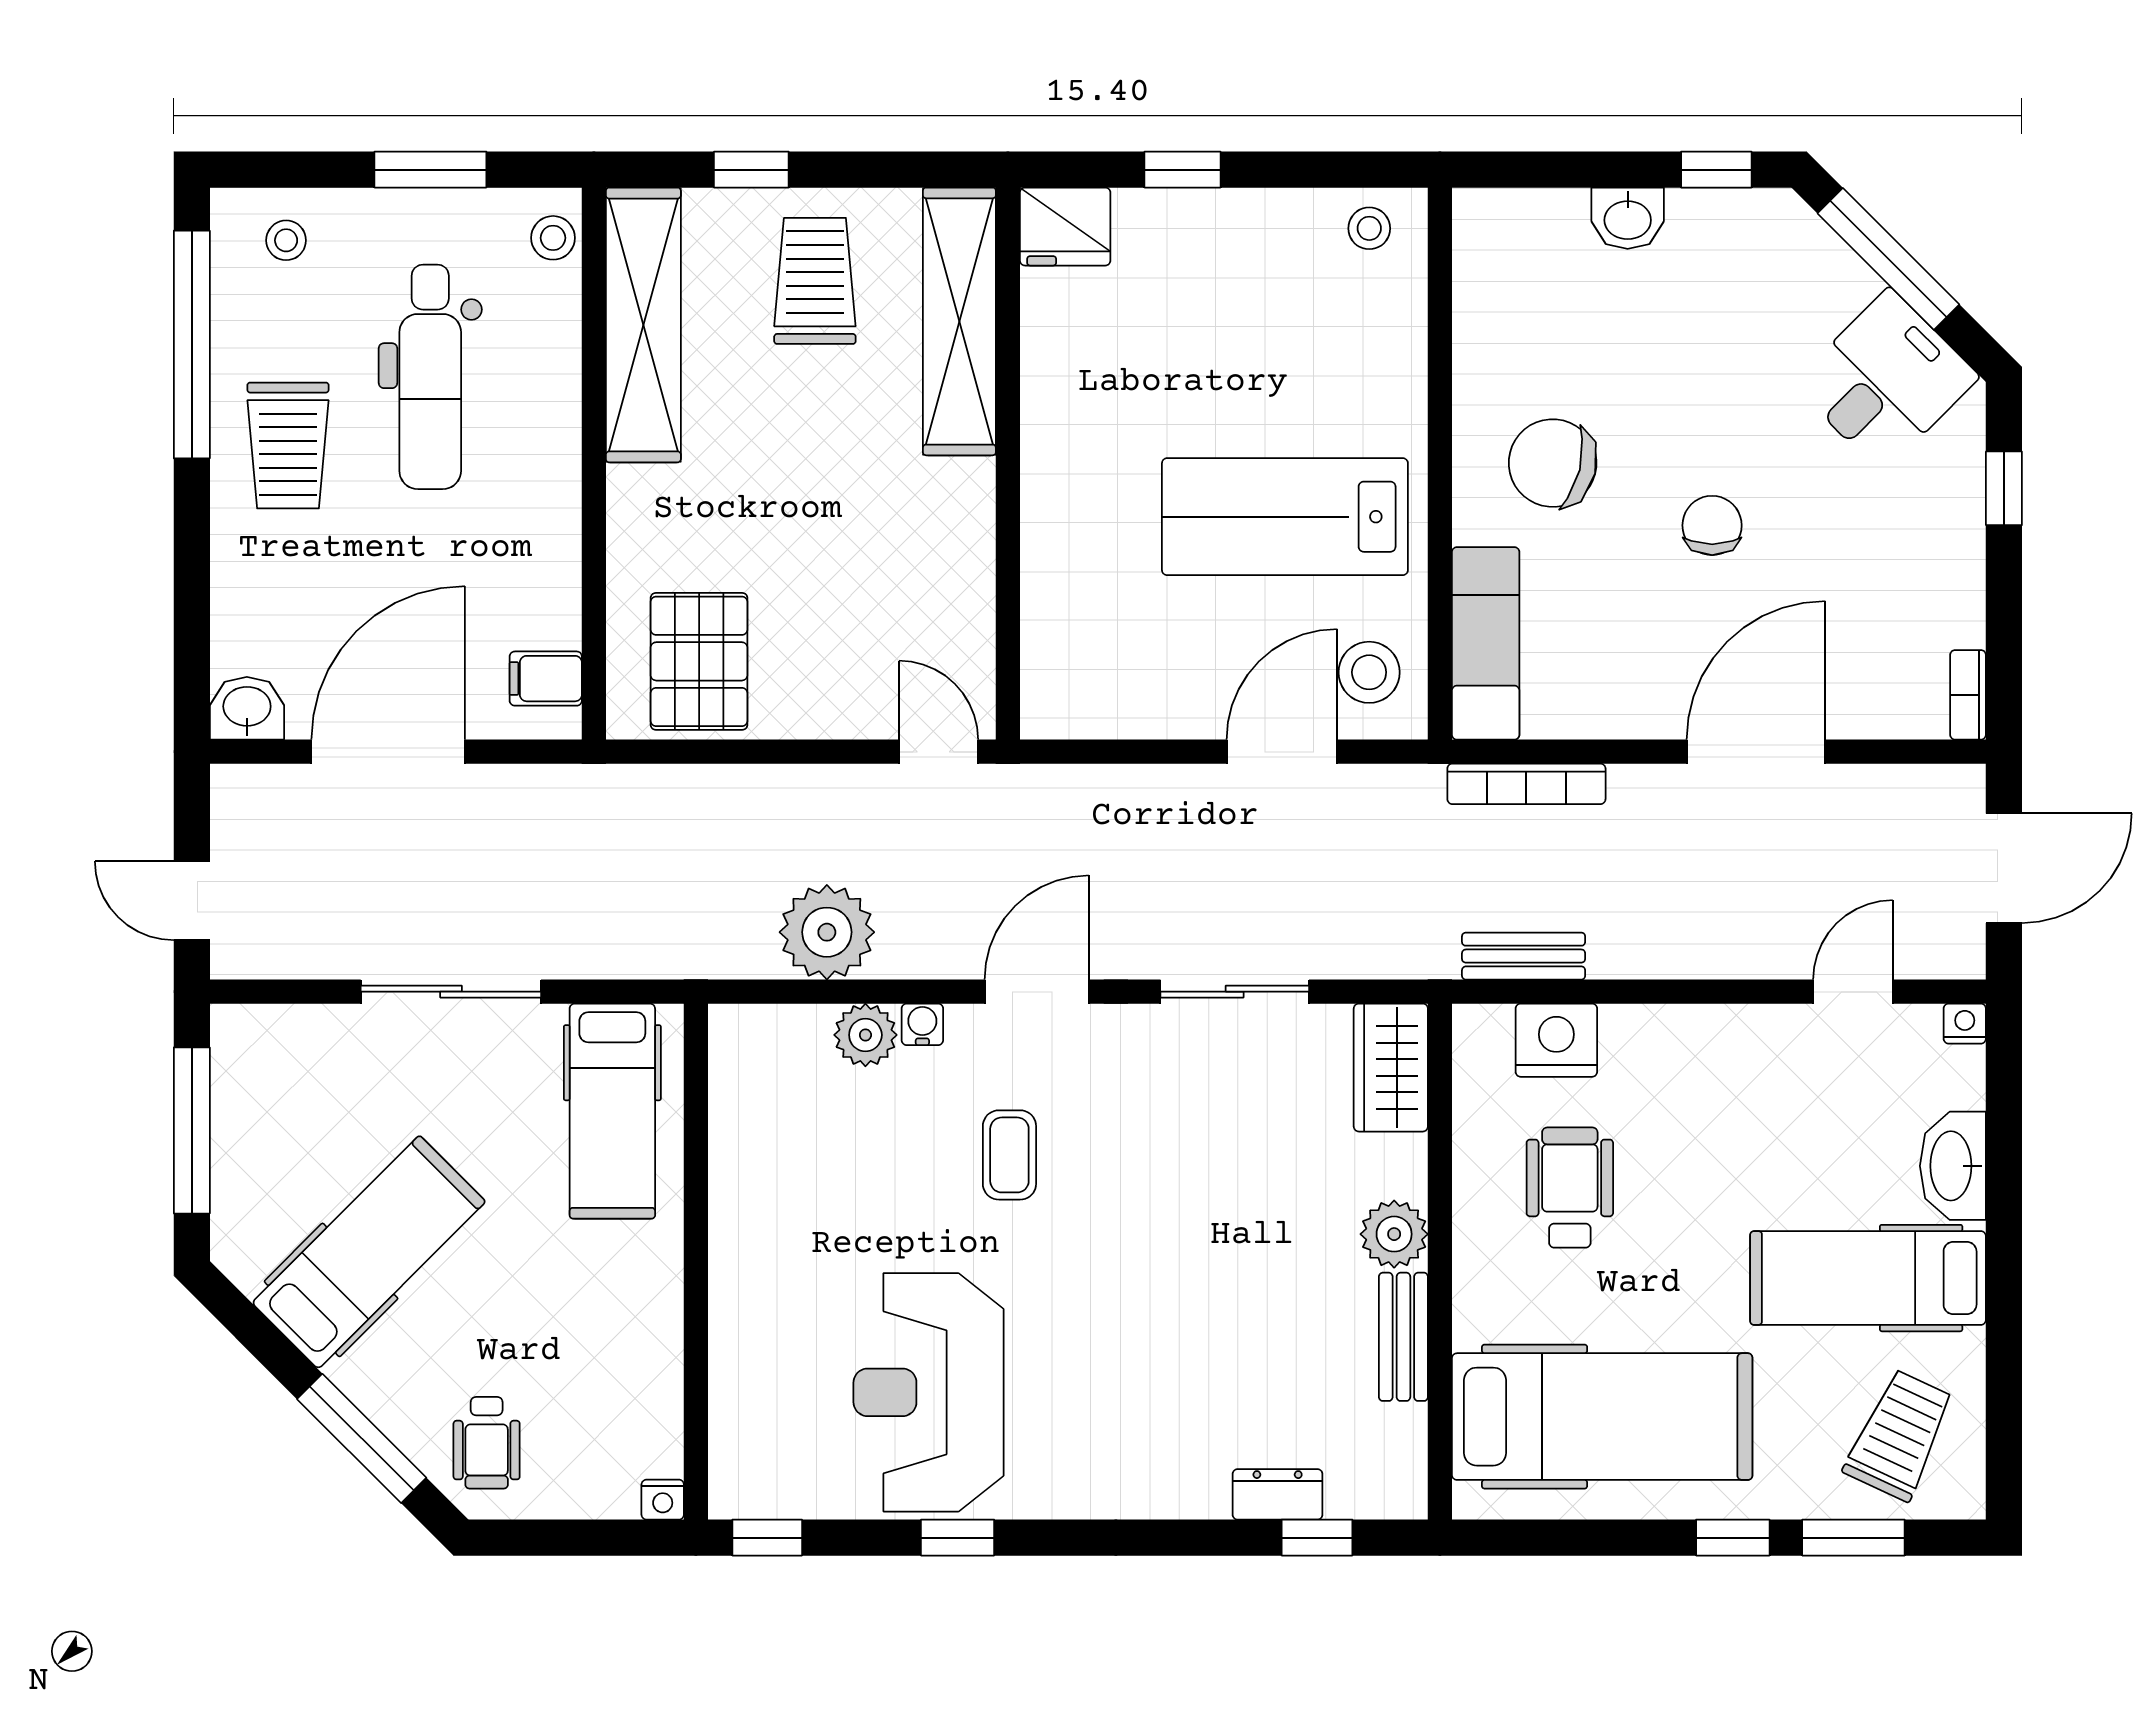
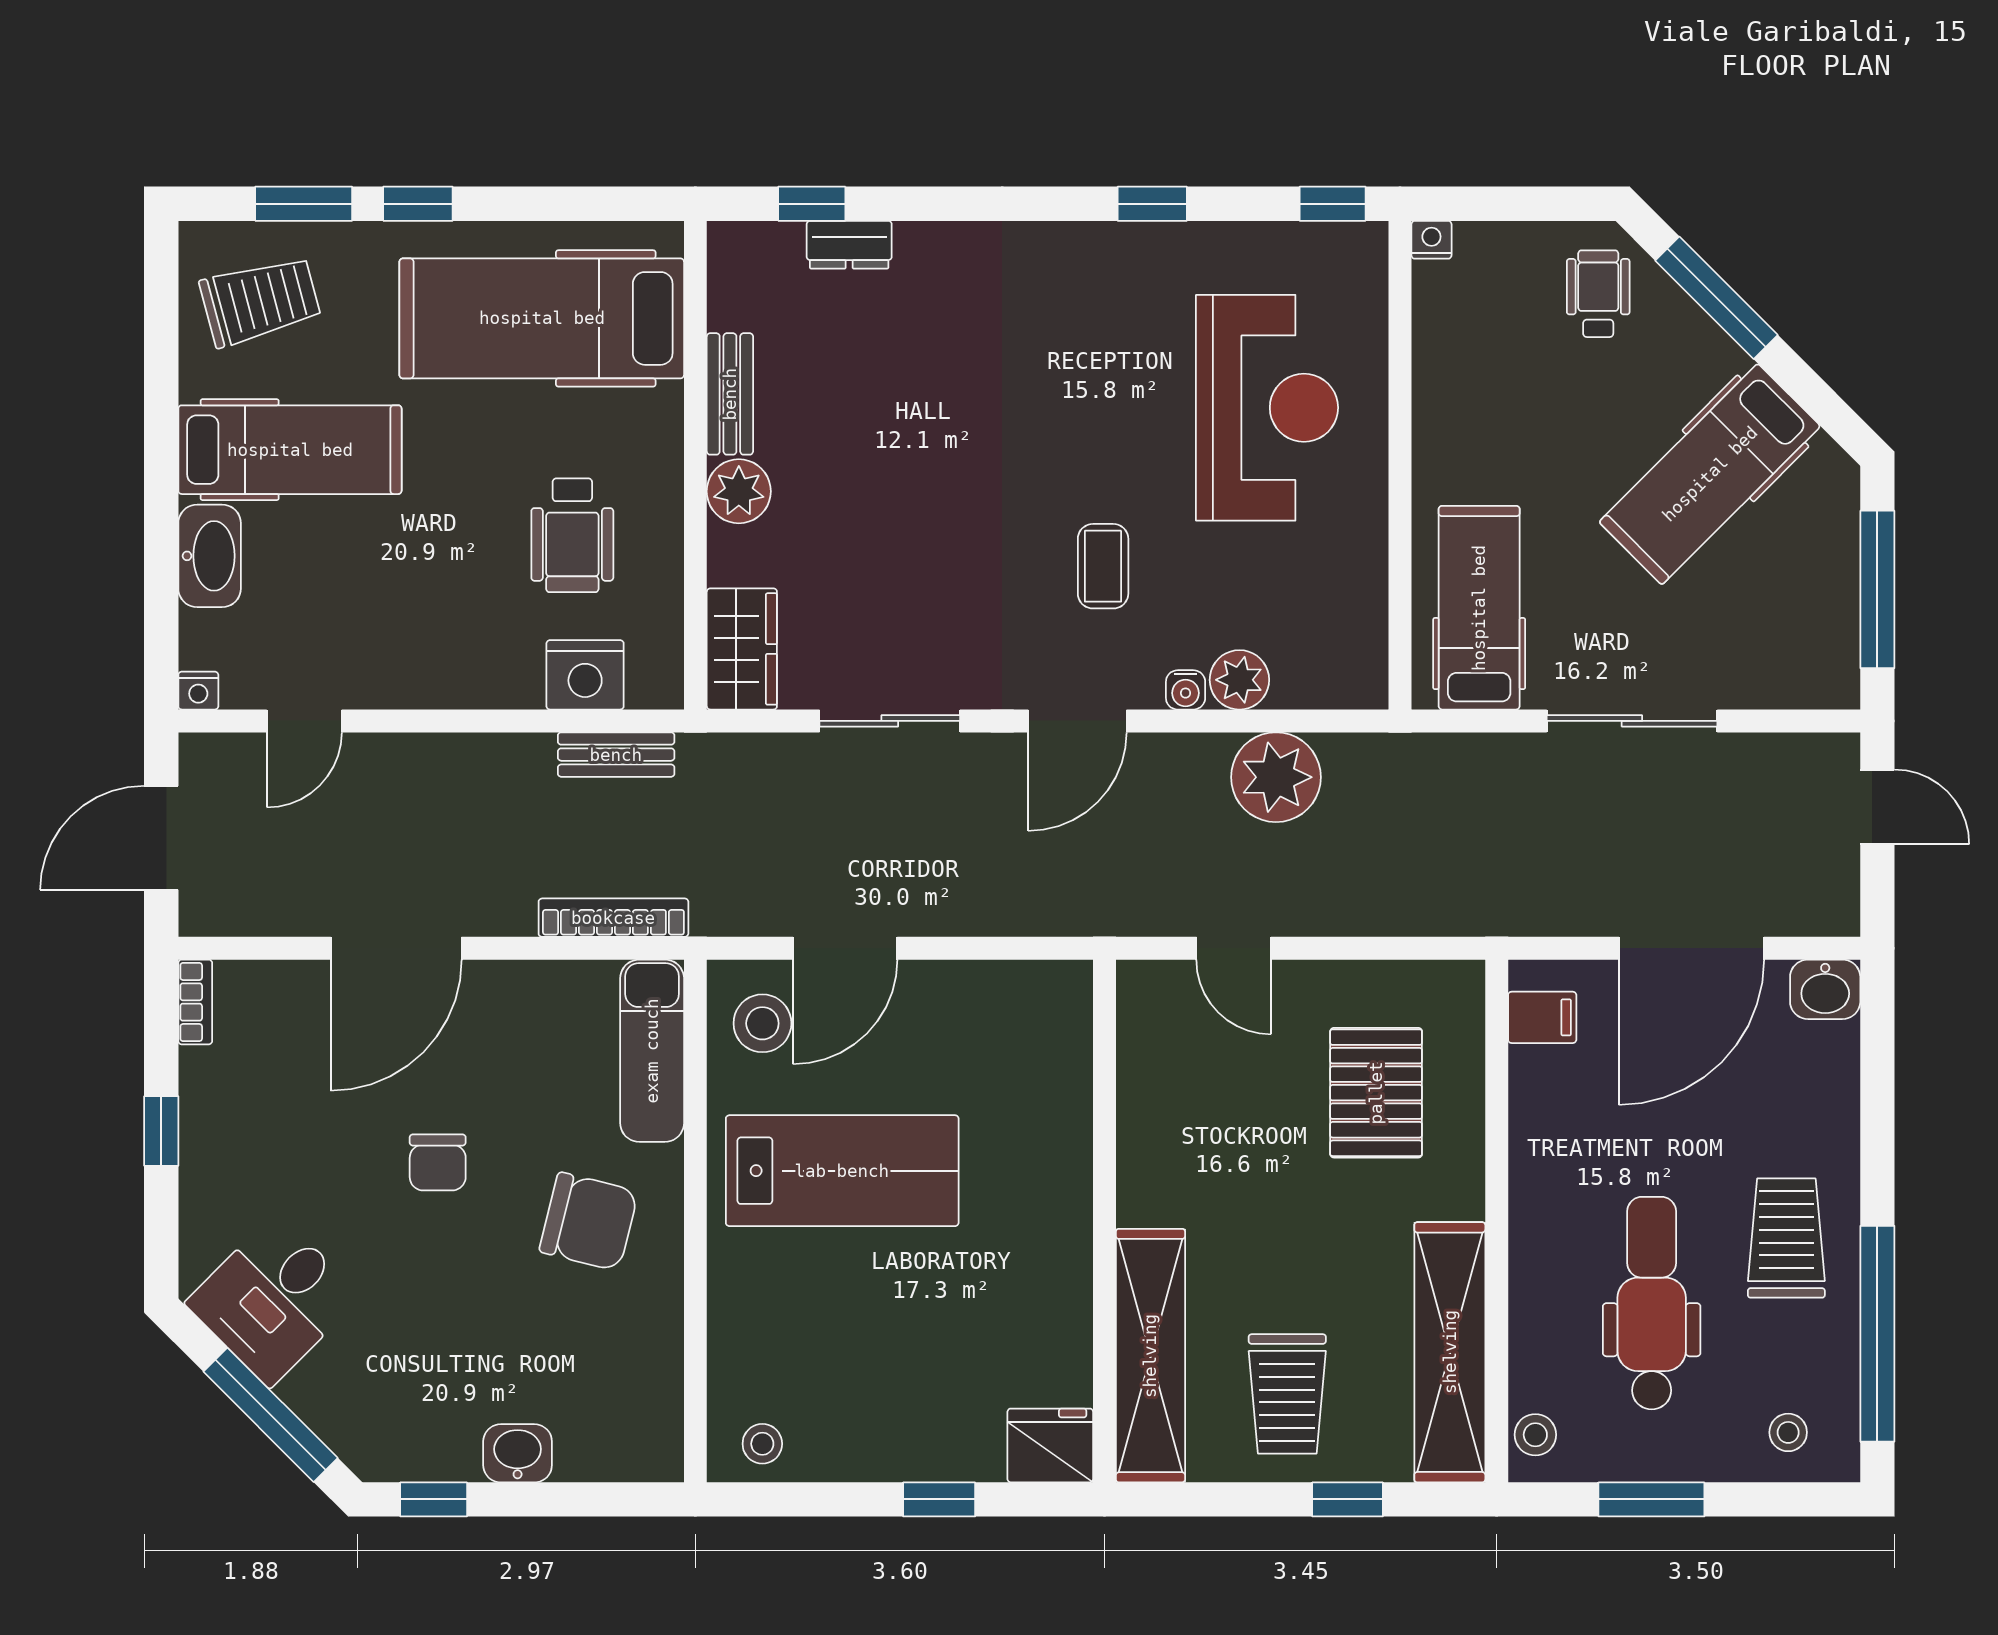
window: (2004, 488) -> (161, 1131), moved
pallet: (699, 661) -> (1376, 1093), moved
door: (939, 752) -> (1234, 948), moved
reception desk: (928, 1392) -> (1267, 408), moved
trolley: (1899, 1435) -> (260, 301), turned -130

